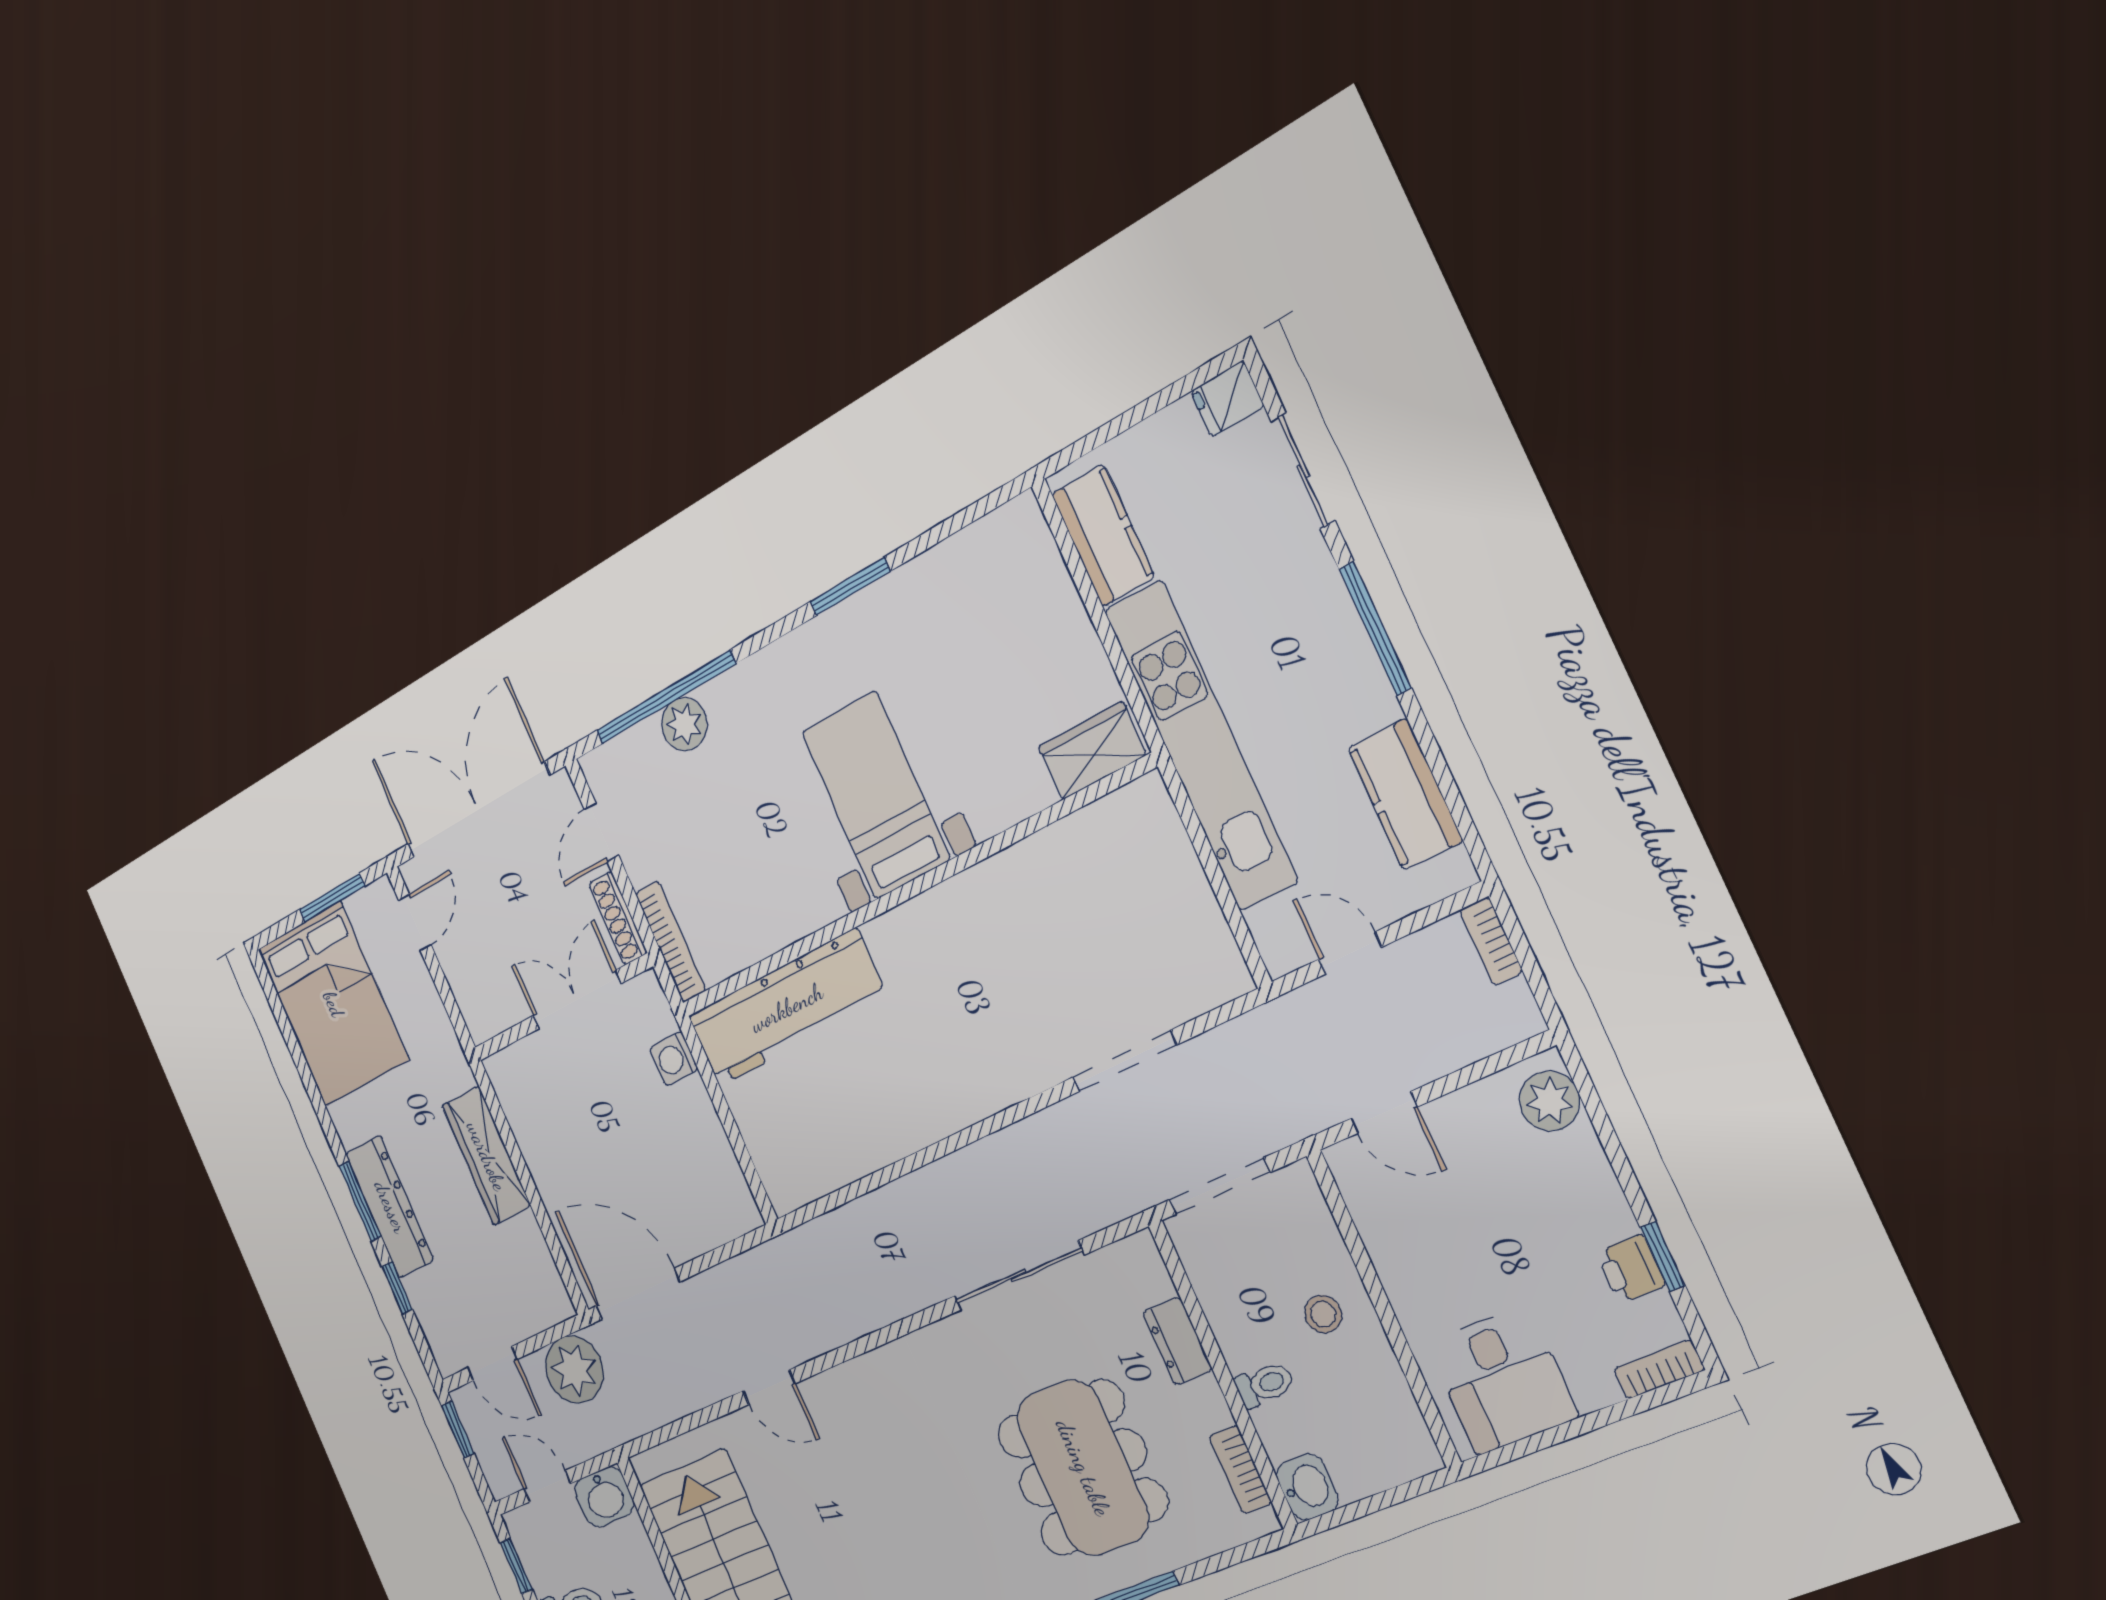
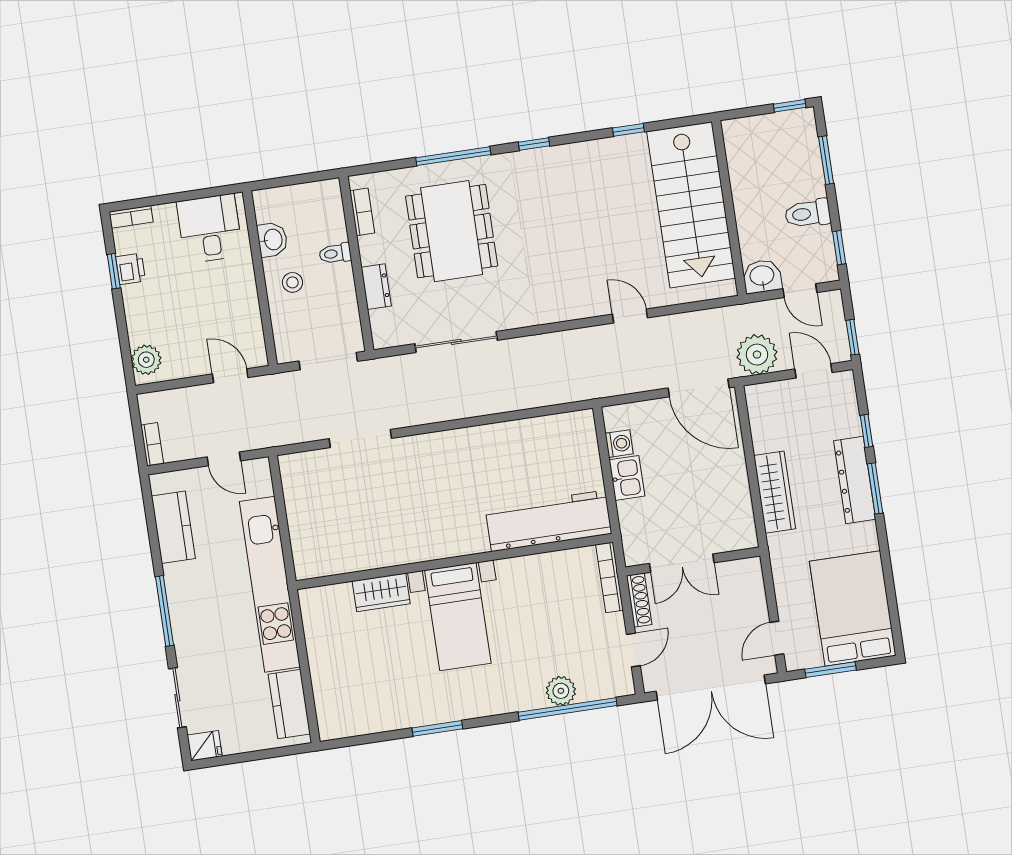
wardrobe: (1092, 751) -> (381, 592), moved
washing machine: (674, 1059) -> (619, 444), moved
kitchen sink: (695, 1116) -> (627, 478), added
washbasin: (1307, 1487) -> (272, 240), moved, turned 180

